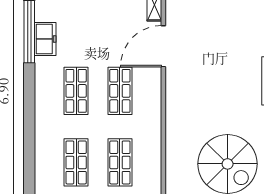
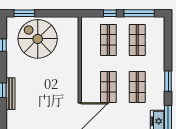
window: (29, 100) -> (168, 81), added

